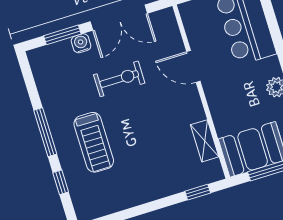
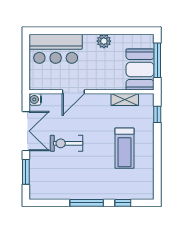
water cooler: (81, 43) -> (35, 99), moved
exercise bike: (119, 79) -> (67, 143), turned -90
treadmill: (94, 142) -> (124, 148), moved, turned 90

